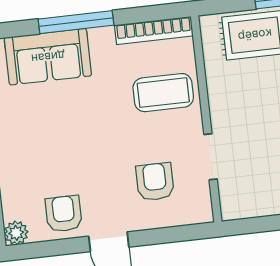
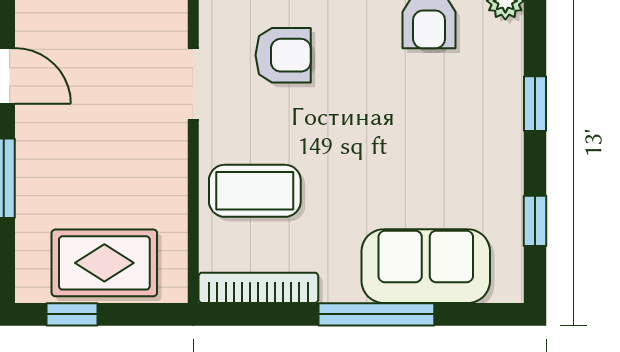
armchair: (155, 182) -> (283, 55), turned -90

